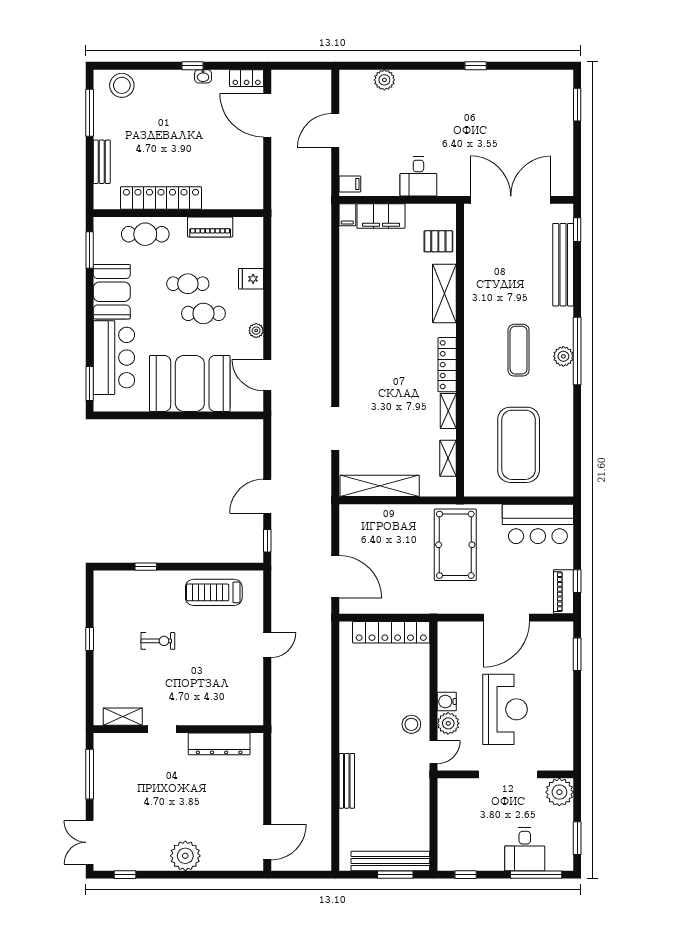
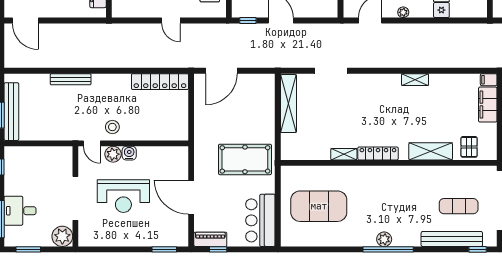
exercise mat: (519, 350) -> (459, 206), moved
shelving: (448, 458) -> (415, 80), moved
locker: (391, 632) -> (160, 82), moved, turned -90

